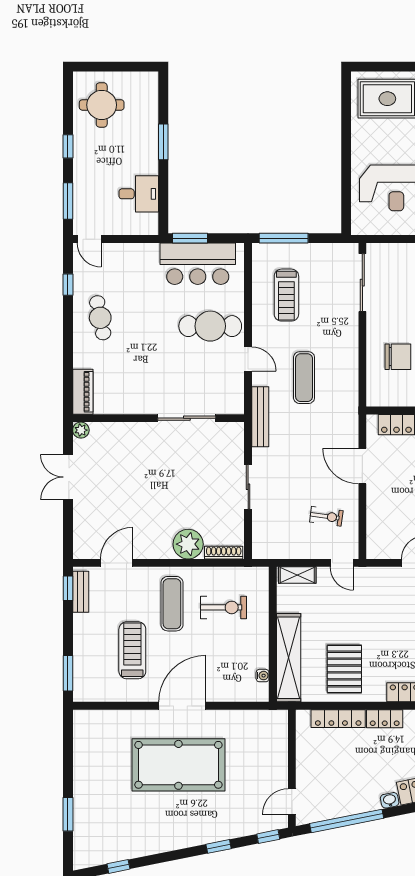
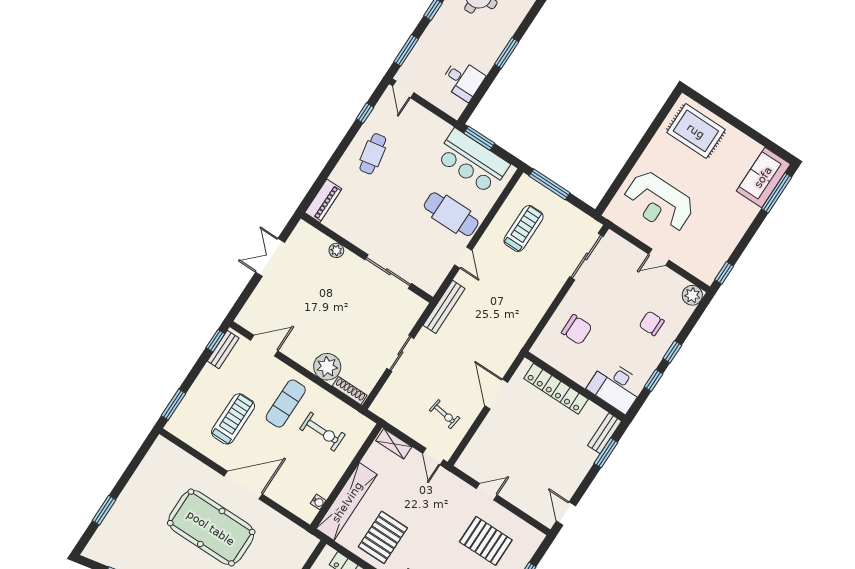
treadmill: (286, 295) -> (524, 229), turned 180
exercise mat: (304, 378) -> (496, 299), removed
plant: (81, 430) -> (336, 250), moved

